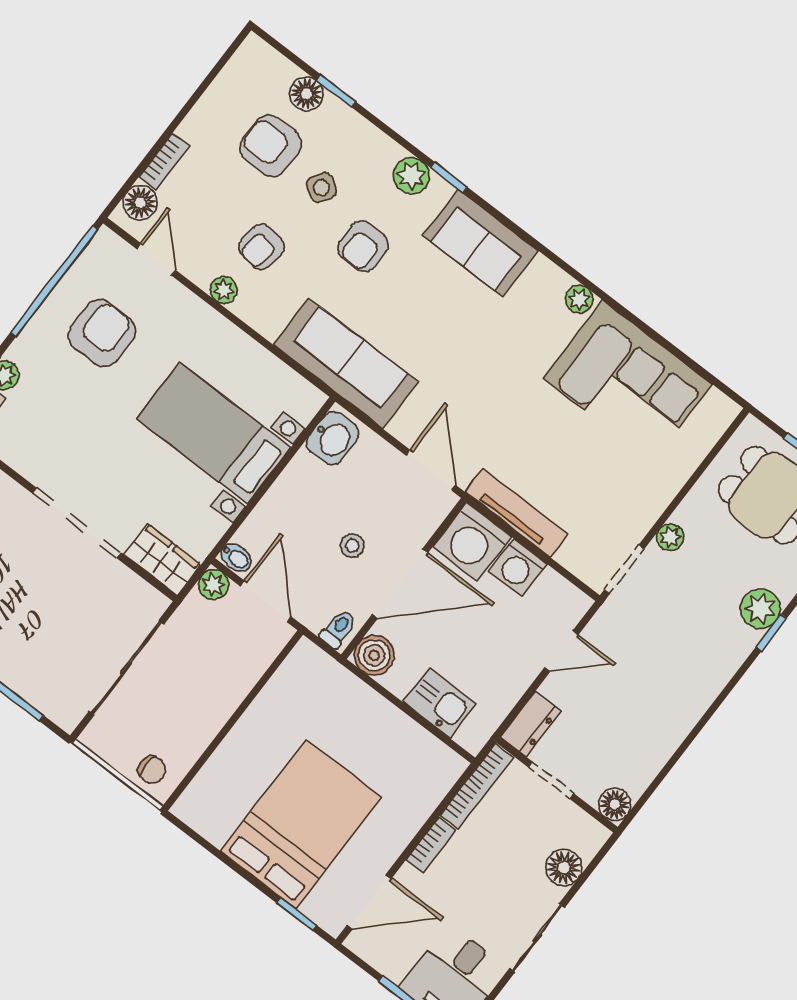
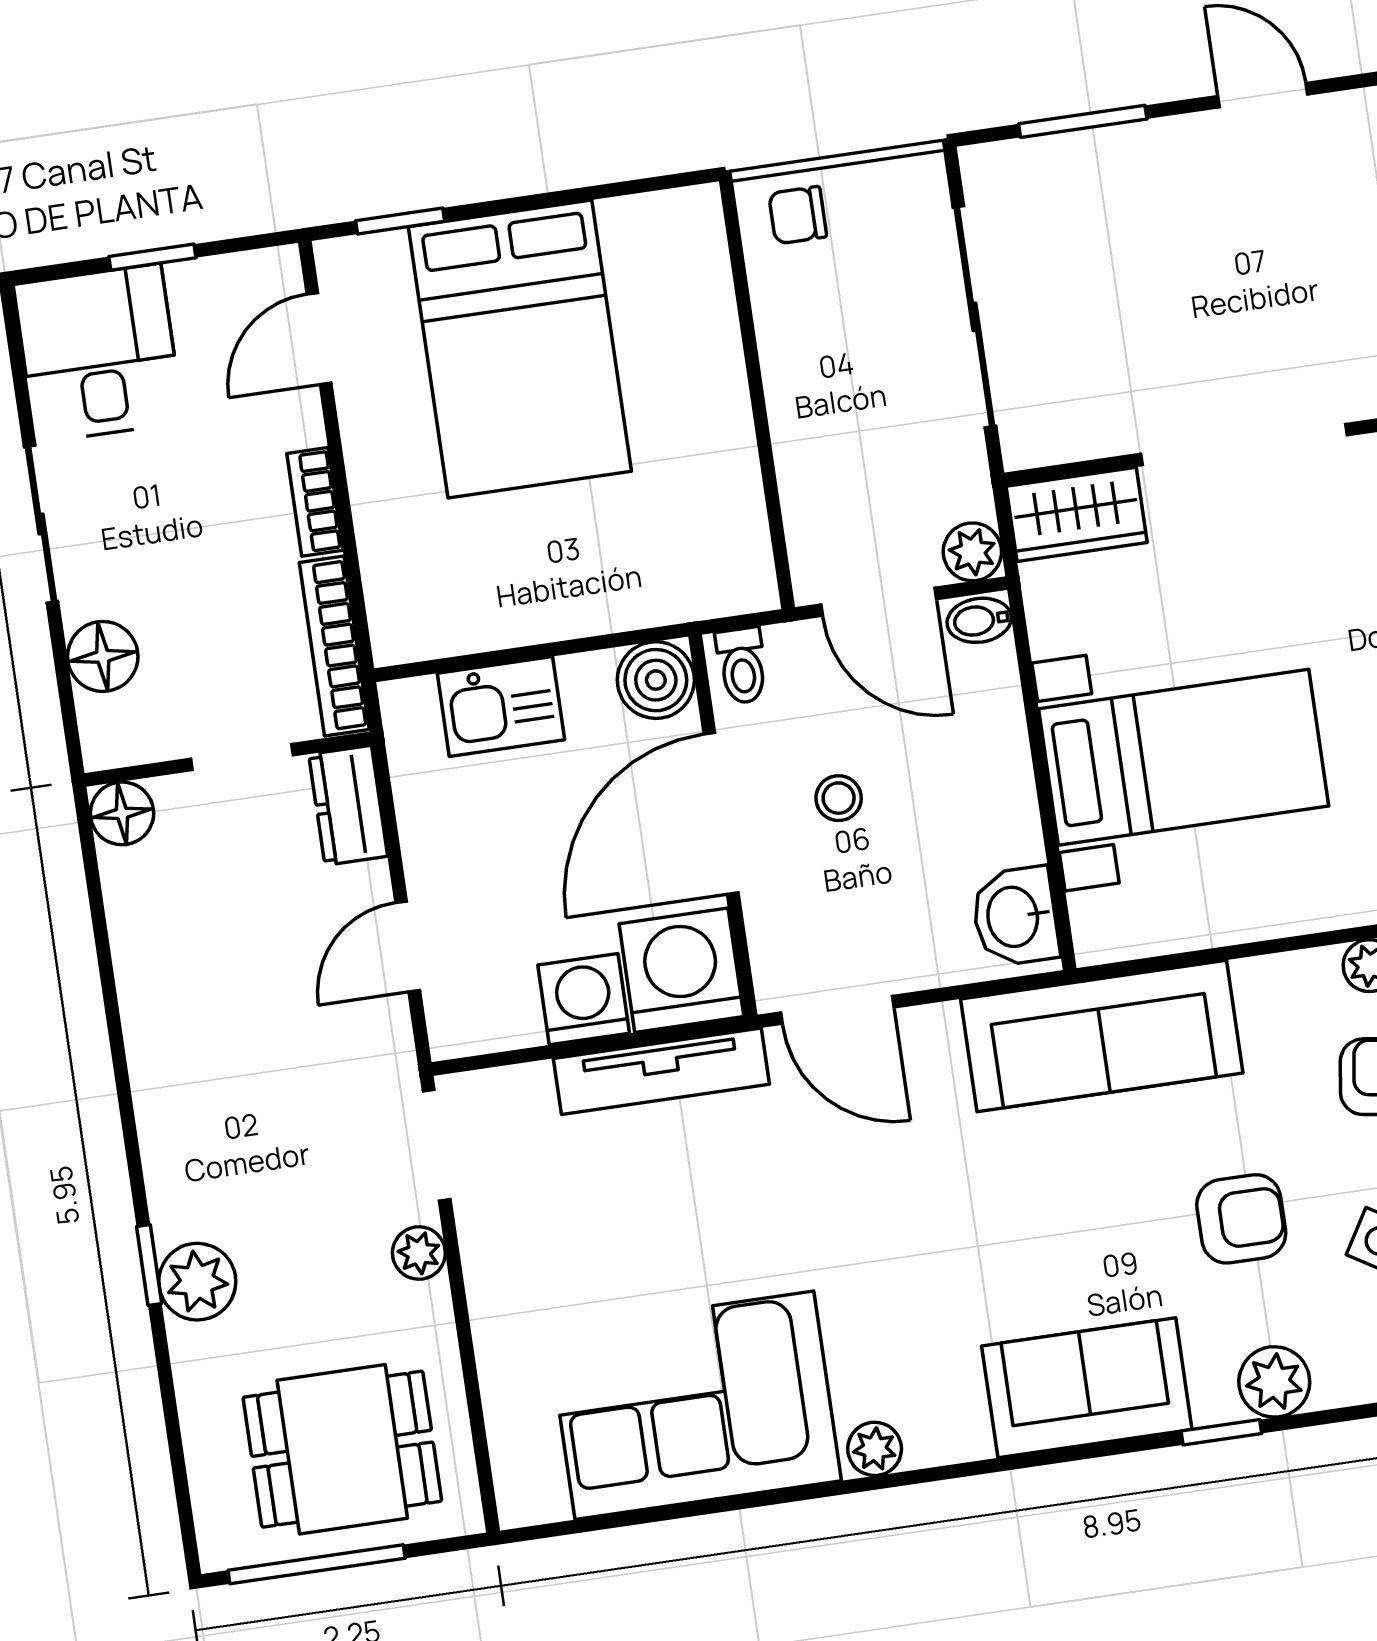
armchair: (363, 246) -> (1241, 1219), turned 90
door: (369, 902) -> (319, 339), width x0.73

